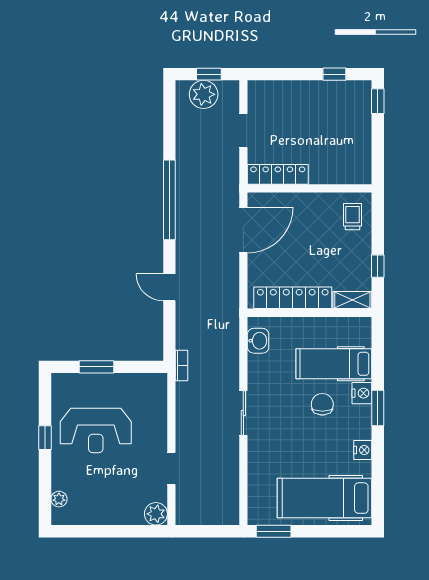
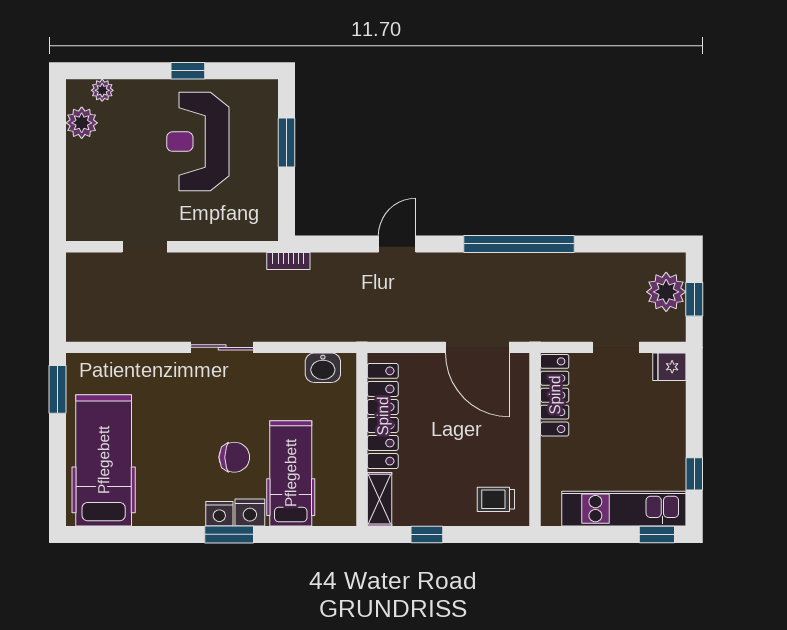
fridge: (257, 92) -> (669, 367), added
kitchen unit: (359, 125) -> (624, 509), added
trolley: (352, 217) -> (496, 499), turned 180
nightstand: (363, 450) -> (219, 514), moved
plant: (156, 514) -> (82, 123), moved

